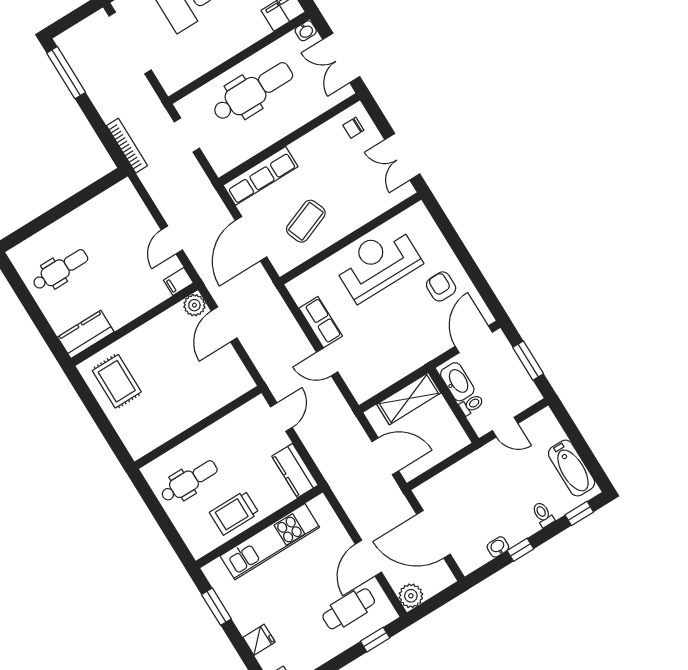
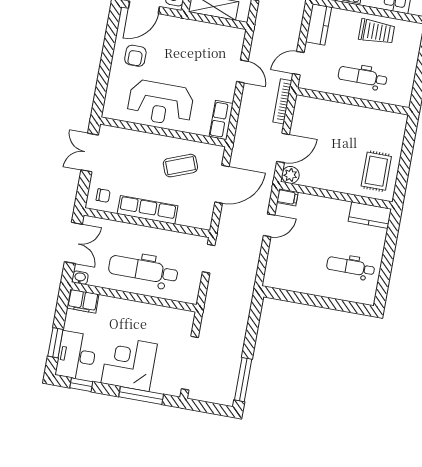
doorway: (187, 135) -> (209, 259), moved
bookcase: (127, 146) -> (282, 101), moved
double door: (402, 157) -> (90, 153), swing flipped
row of seats: (261, 176) -> (148, 210), moved
row of seats: (321, 322) -> (221, 120), moved
dental chair: (189, 481) -> (363, 77), moved

